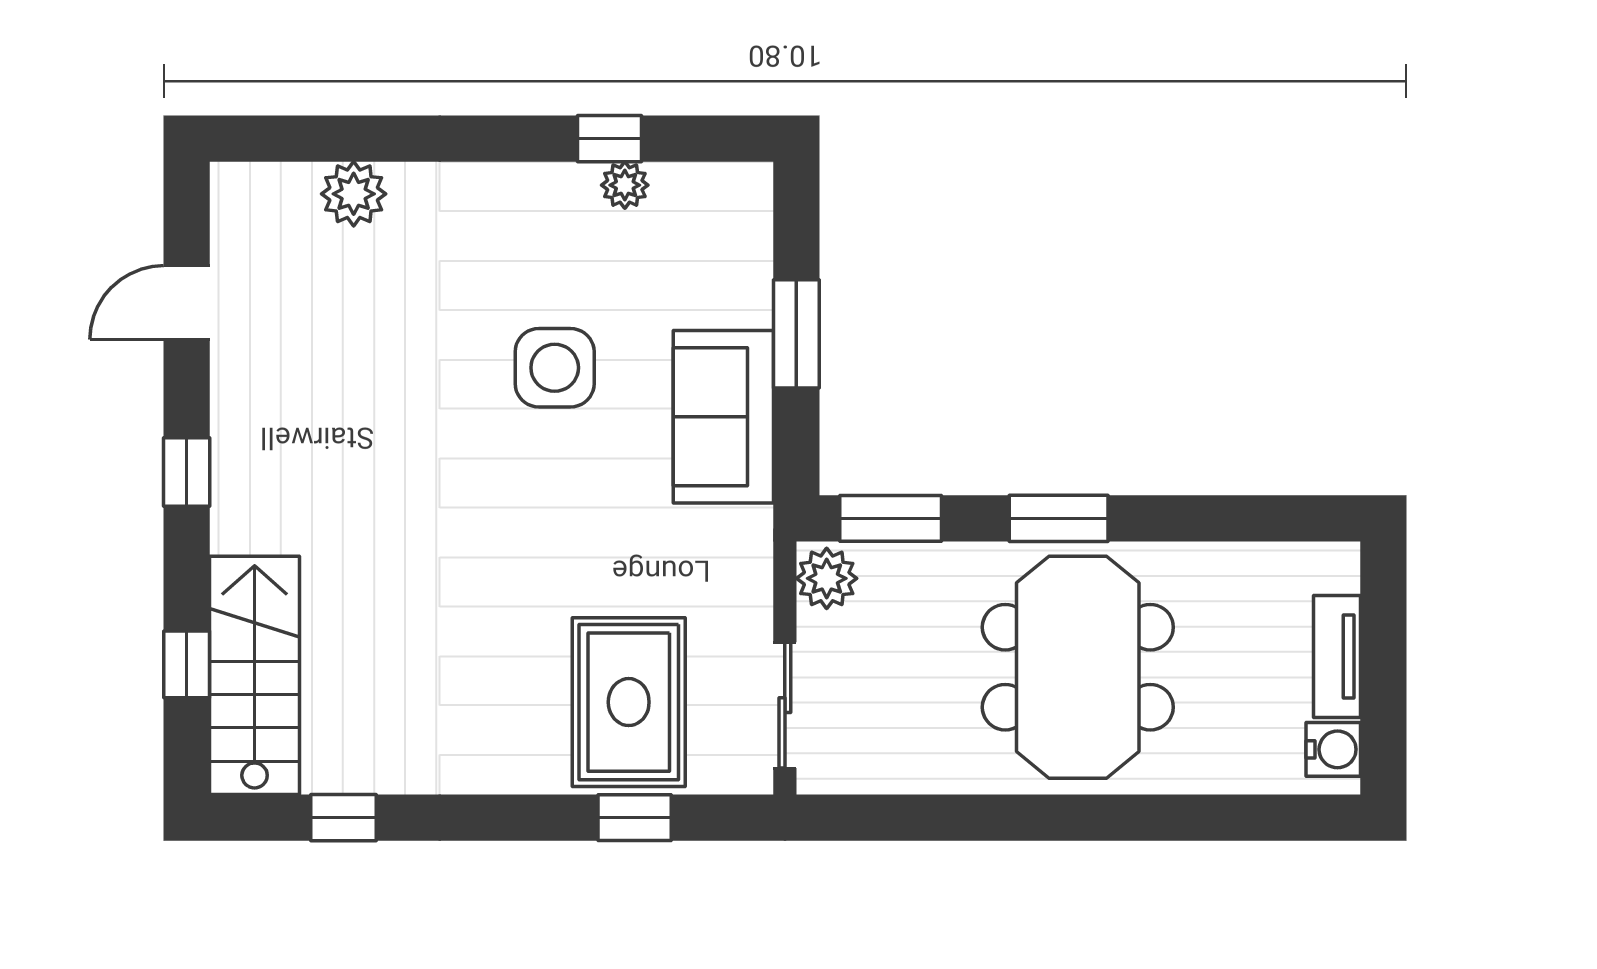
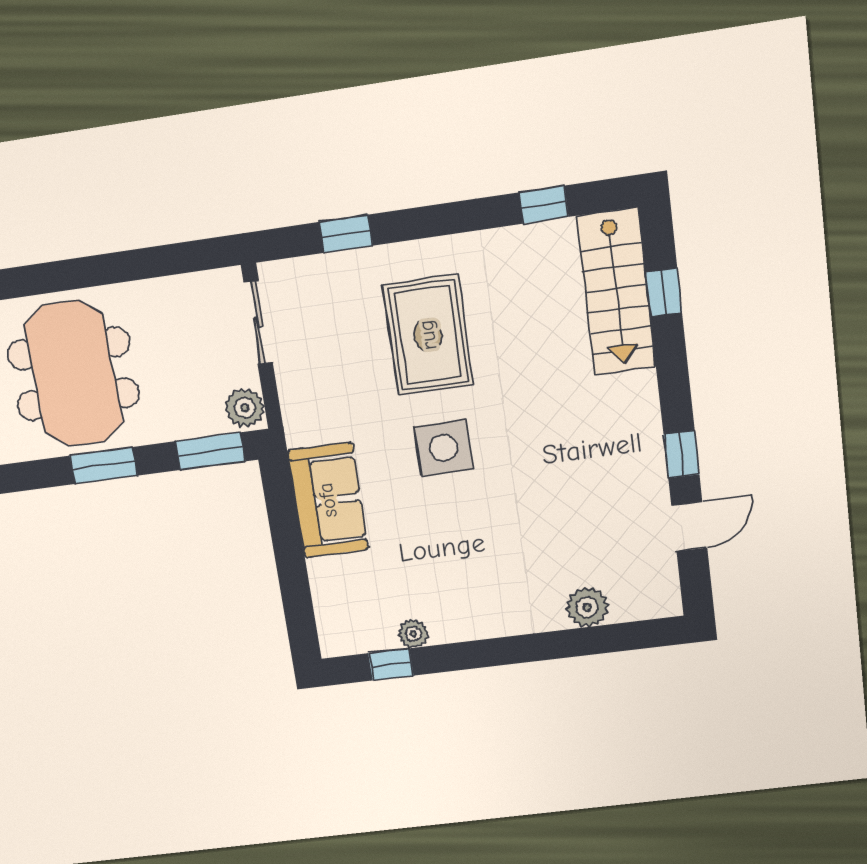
window: (610, 139) -> (391, 664), moved
window: (796, 334) -> (290, 557), removed
side table: (555, 368) -> (443, 448), moved
window: (187, 472) -> (681, 454), moved
rug: (629, 702) -> (428, 335), moved

